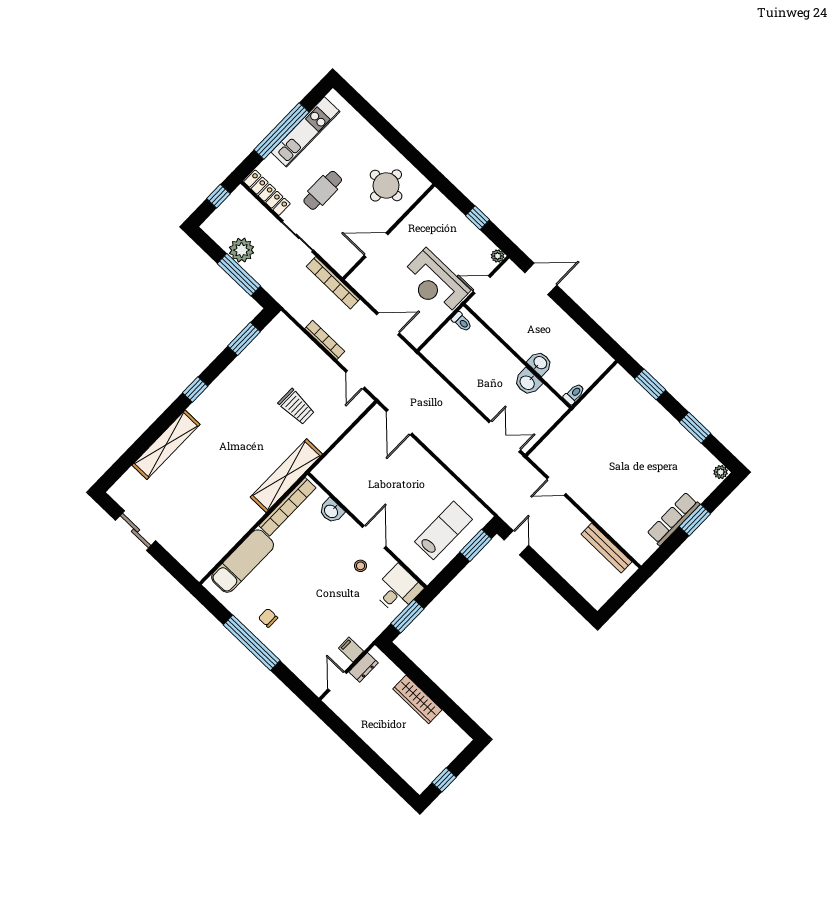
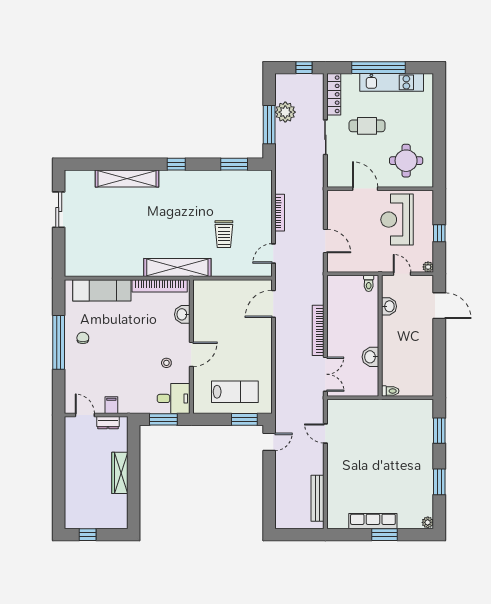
bookcase: (333, 283) -> (318, 330), moved
reception desk: (435, 283) -> (397, 220), moved
washbasin: (540, 363) -> (389, 306), moved
door: (337, 681) -> (85, 415), hinge flipped

